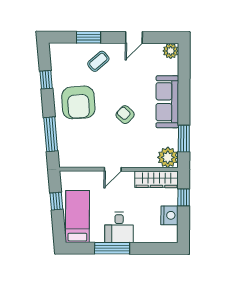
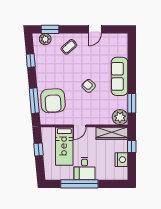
window: (89, 37) -> (50, 29), moved
plant: (171, 51) -> (45, 39), moved
armchair: (78, 102) -> (53, 101), moved
bed: (77, 216) -> (64, 146), moved, turned 180
window: (112, 248) -> (79, 184), width x1.46

